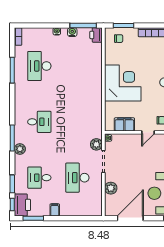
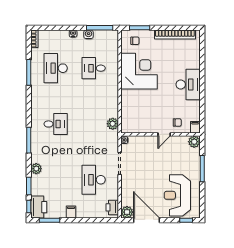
printer: (96, 35) -> (112, 207), moved
corner desk: (123, 83) -> (139, 71), moved
filing cabinet: (124, 124) -> (141, 127), removed
plant: (96, 144) -> (113, 124), moved
plant: (20, 149) -> (36, 169), moved
desk: (39, 178) -> (94, 68), moved
plant: (111, 188) -> (127, 212), moved
door: (130, 218) -> (147, 220), hinge flipped

